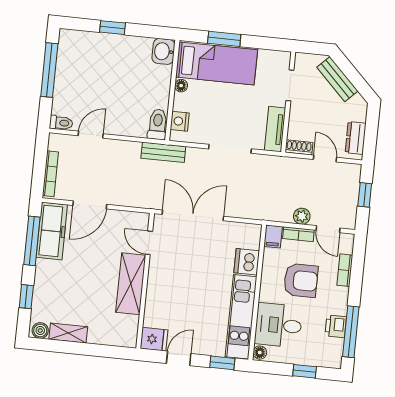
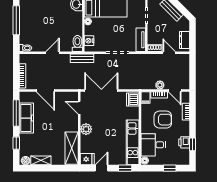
door: (91, 135) -> (53, 53), moved
window: (365, 195) -> (192, 70), removed
door: (90, 205) -> (45, 91), hinge flipped
freezer: (52, 231) -> (26, 118), moved
dishwasher: (247, 262) -> (133, 100), moved
shelving: (131, 284) -> (72, 148), moved
plant: (158, 284) -> (86, 129), added
window: (351, 332) -> (192, 144), width x0.46

